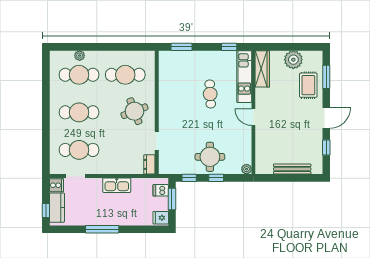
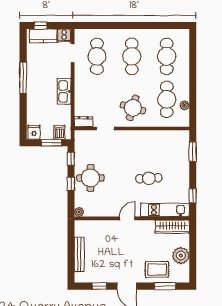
plant: (80, 56) -> (185, 105), moved
round table: (134, 111) -> (133, 108), turned 37

